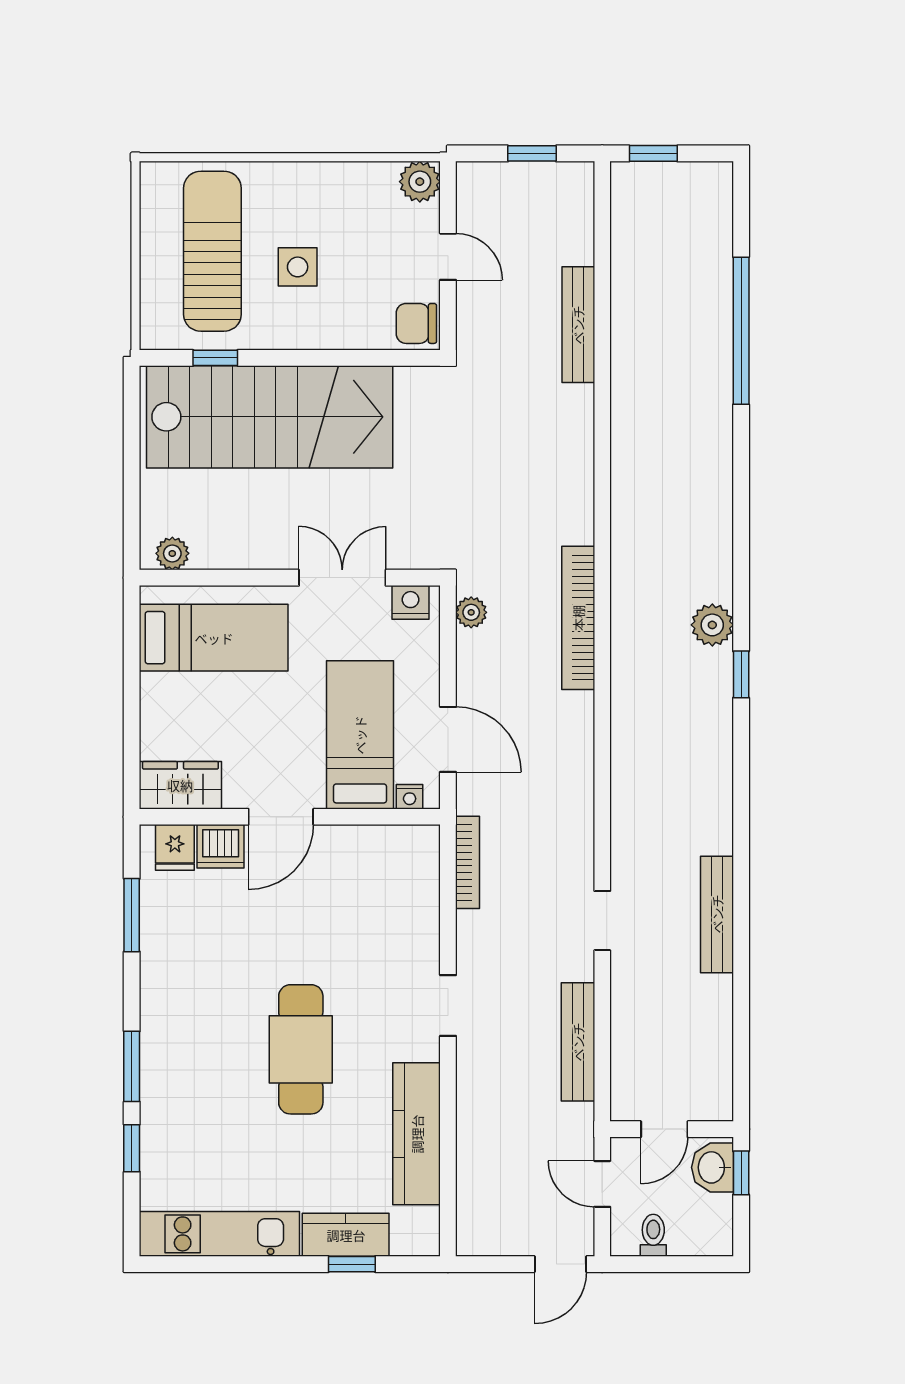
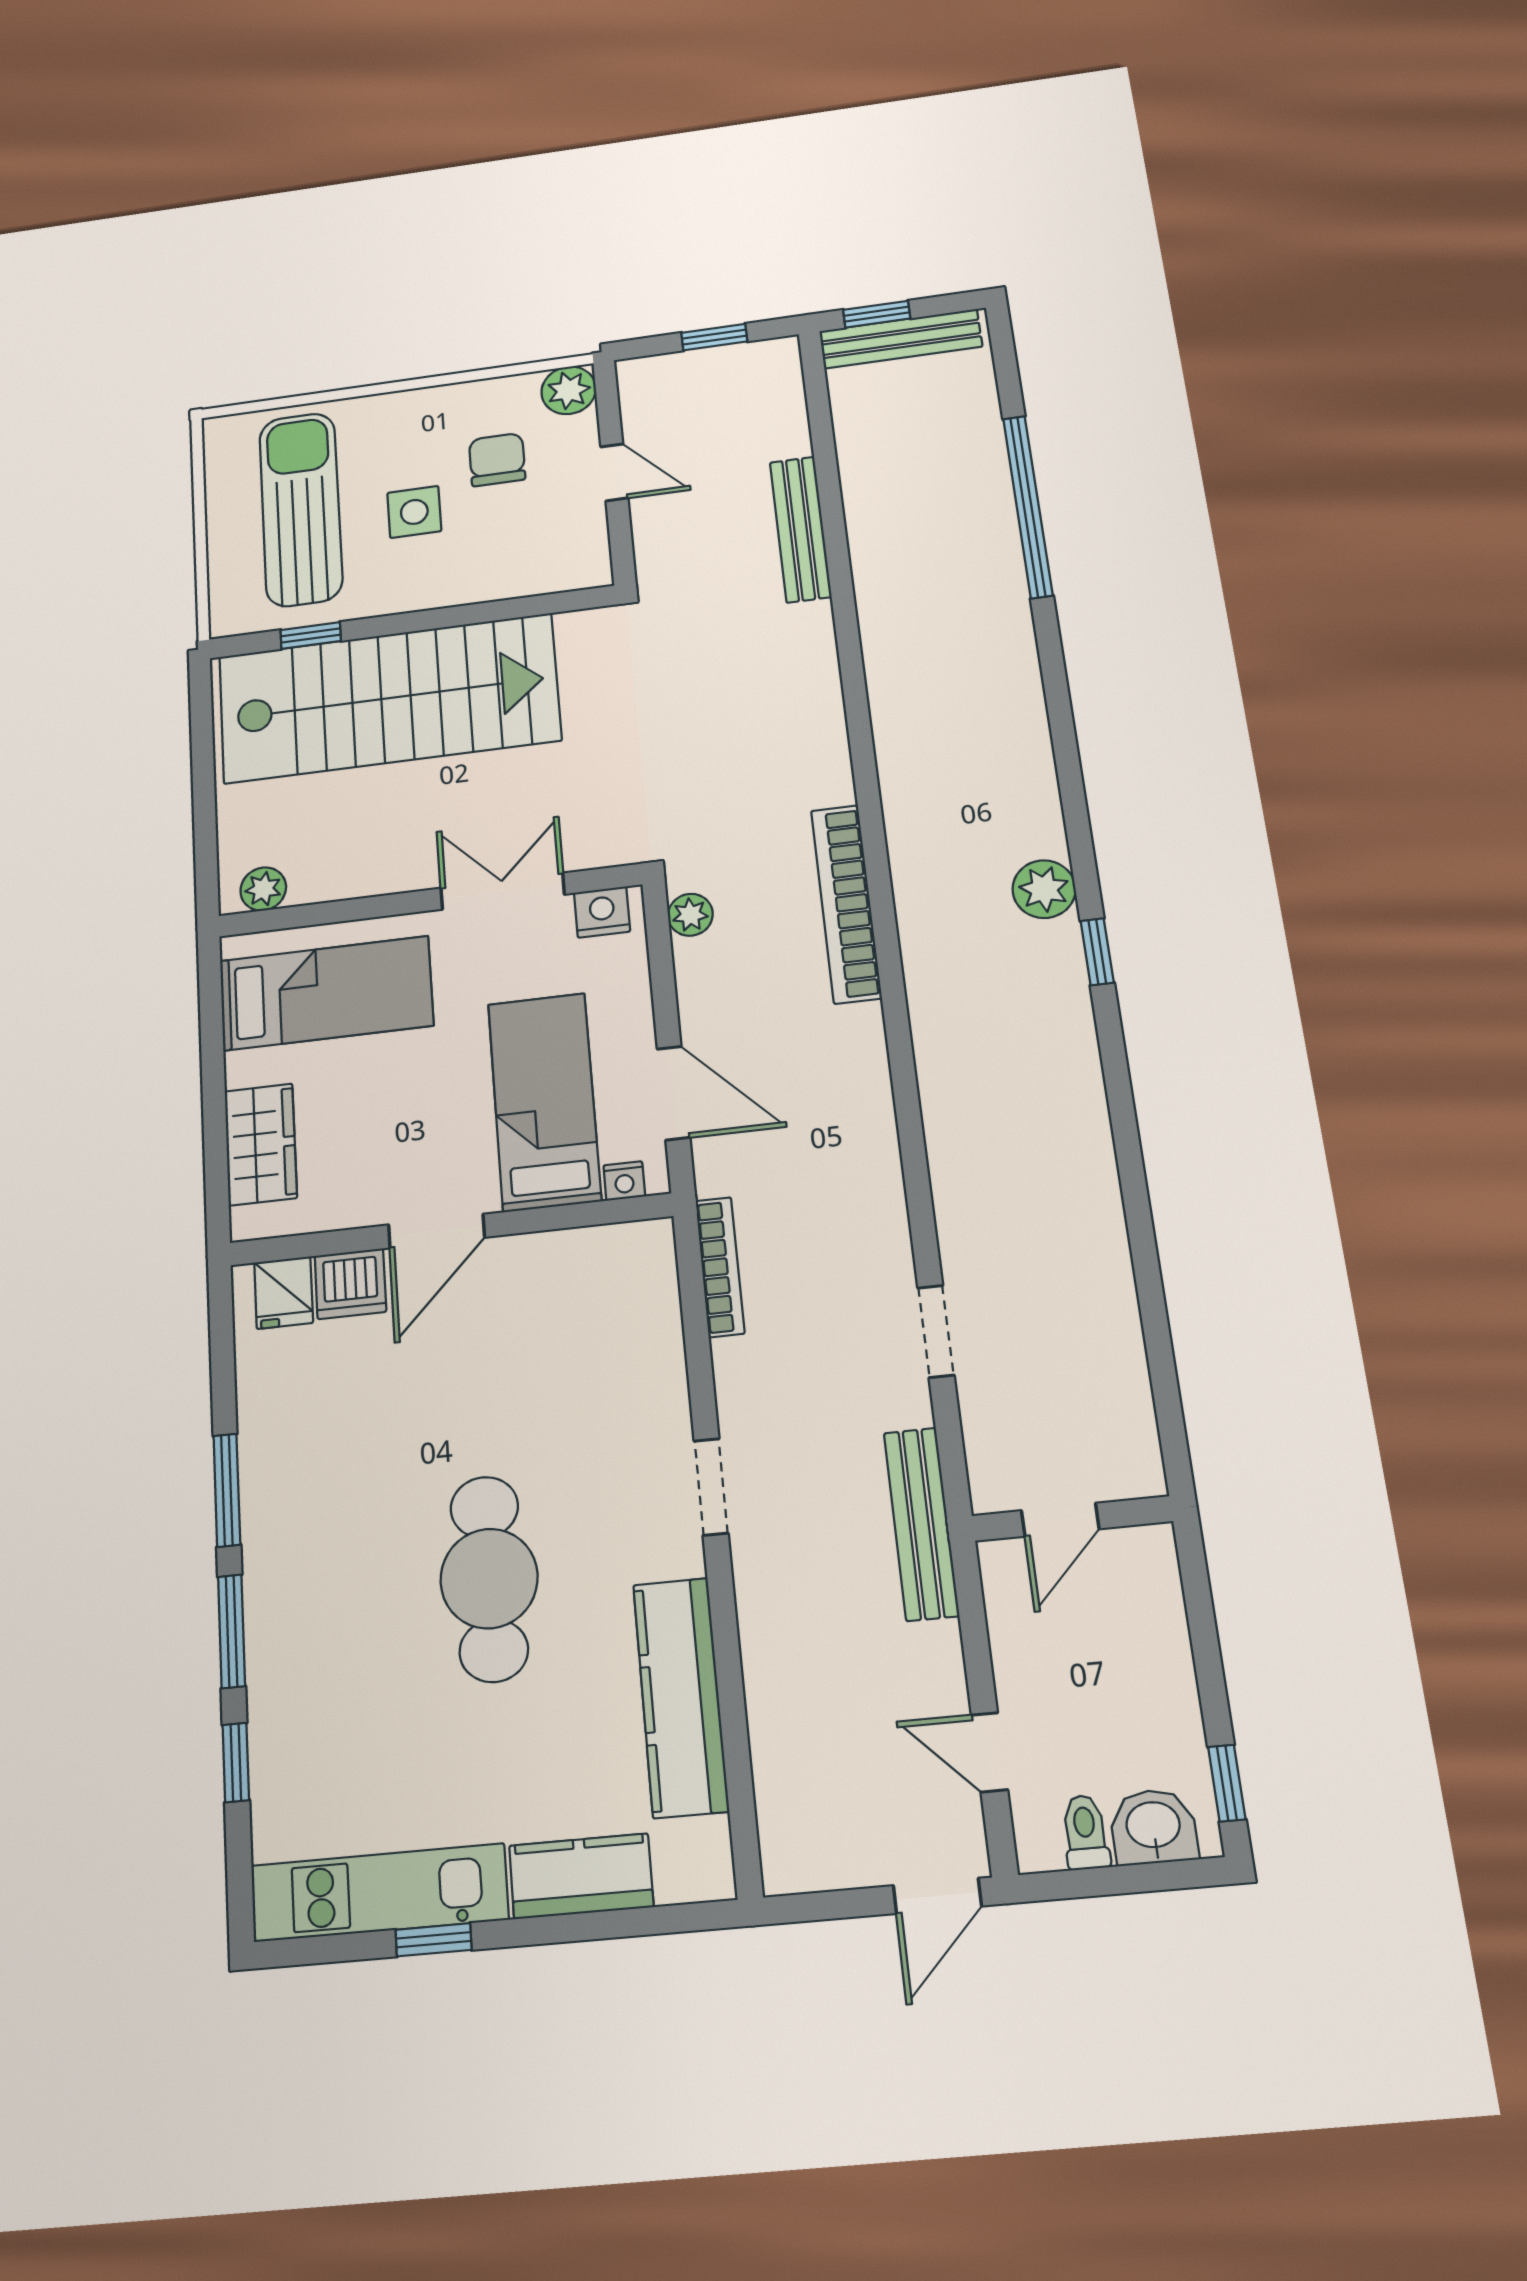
chair: (416, 323) -> (497, 460), moved, turned 90
wardrobe: (180, 785) -> (261, 1144), moved, turned 90
bench: (717, 914) -> (901, 339), moved, turned 90
window: (132, 915) -> (227, 1490), moved
door: (664, 1129) -> (1060, 1520), moved
wall: (672, 1129) -> (1072, 1519), moved
washbasin: (713, 1167) -> (1153, 1827), moved, turned 90
window: (741, 1173) -> (1227, 1783), moved
window: (352, 1264) -> (434, 1940), moved

